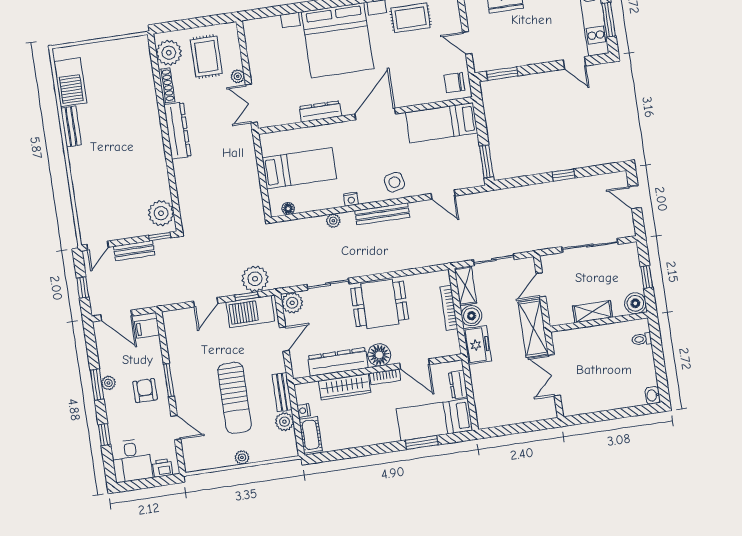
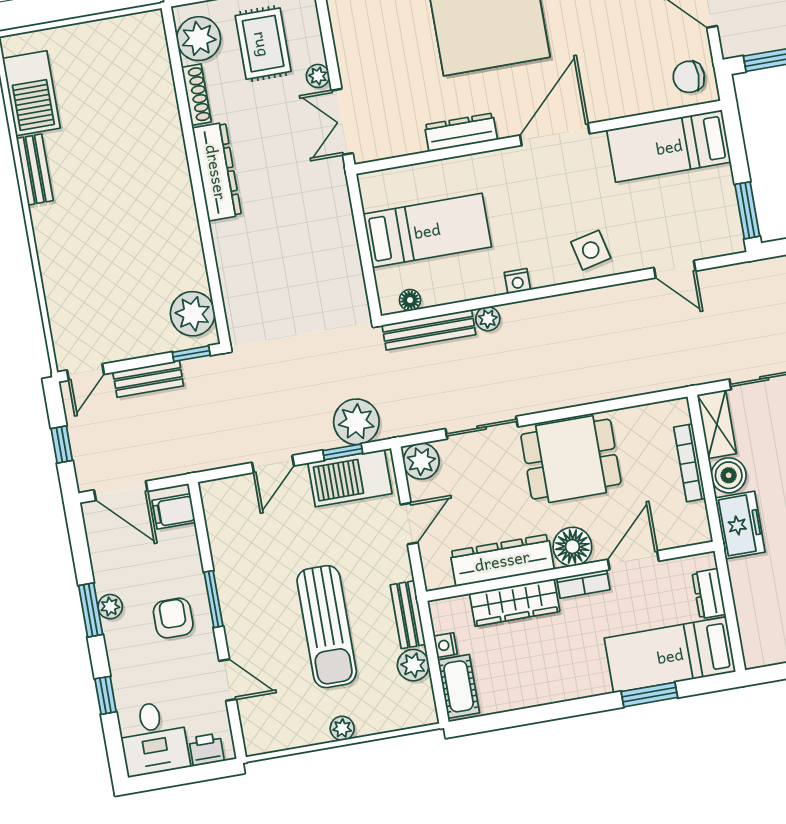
bench: (382, 214) -> (429, 330), moved
door: (415, 364) -> (633, 560), swing flipped

